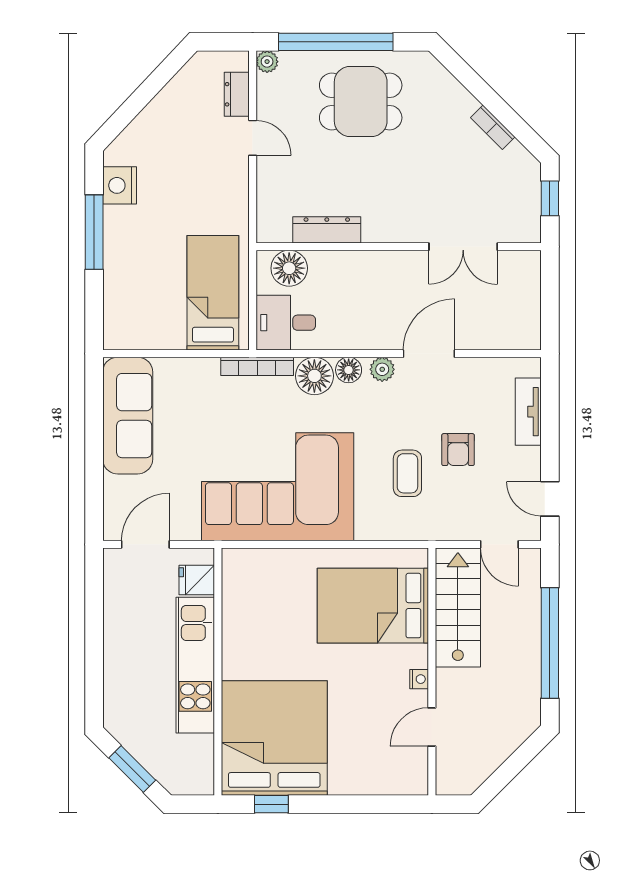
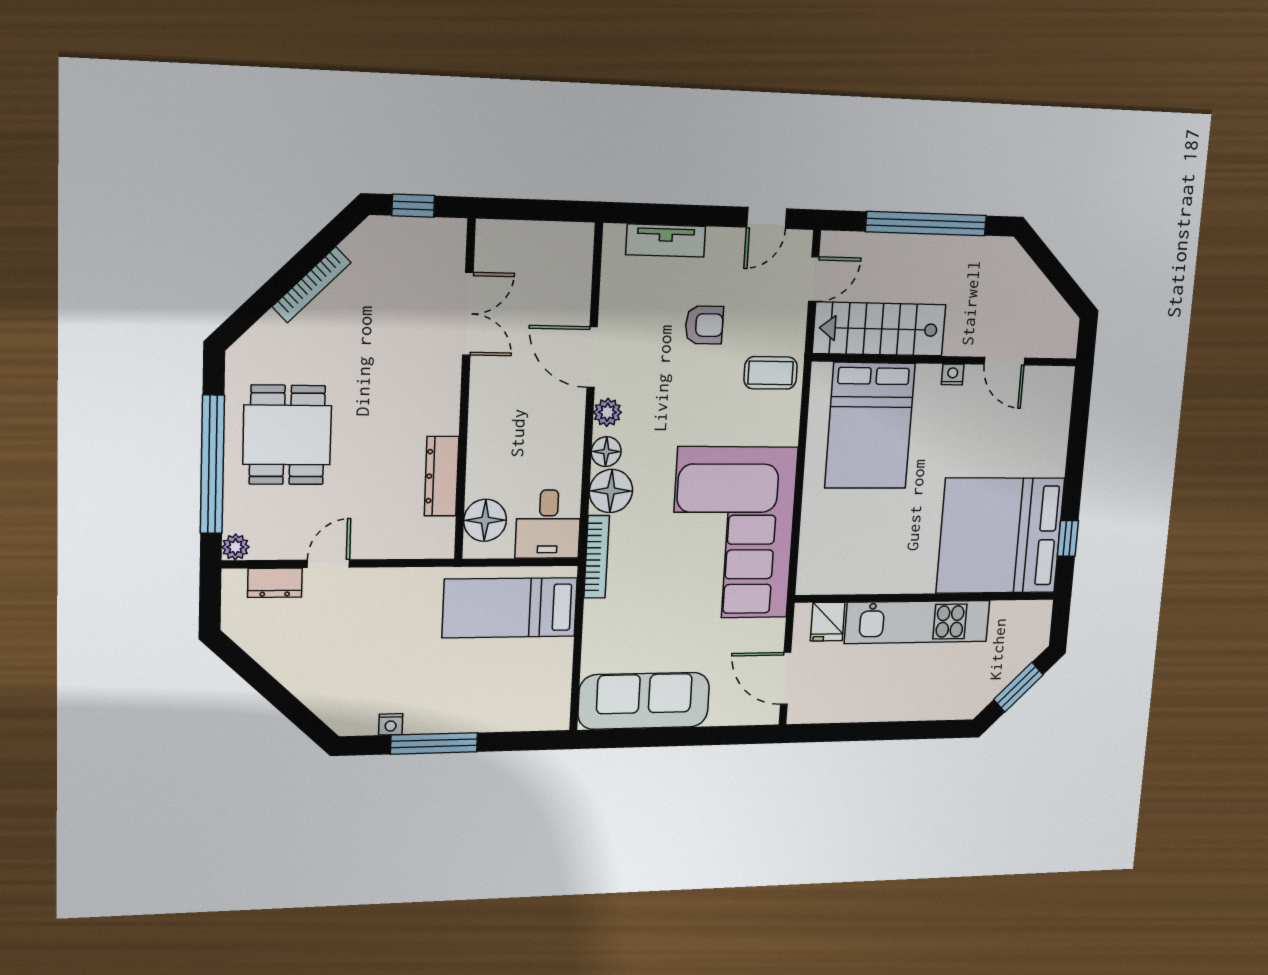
bookcase: (493, 127) -> (312, 285), width x1.56
nightstand: (120, 185) -> (391, 724), width x0.53, depth x0.56
coffee table: (407, 473) -> (771, 373), moved

